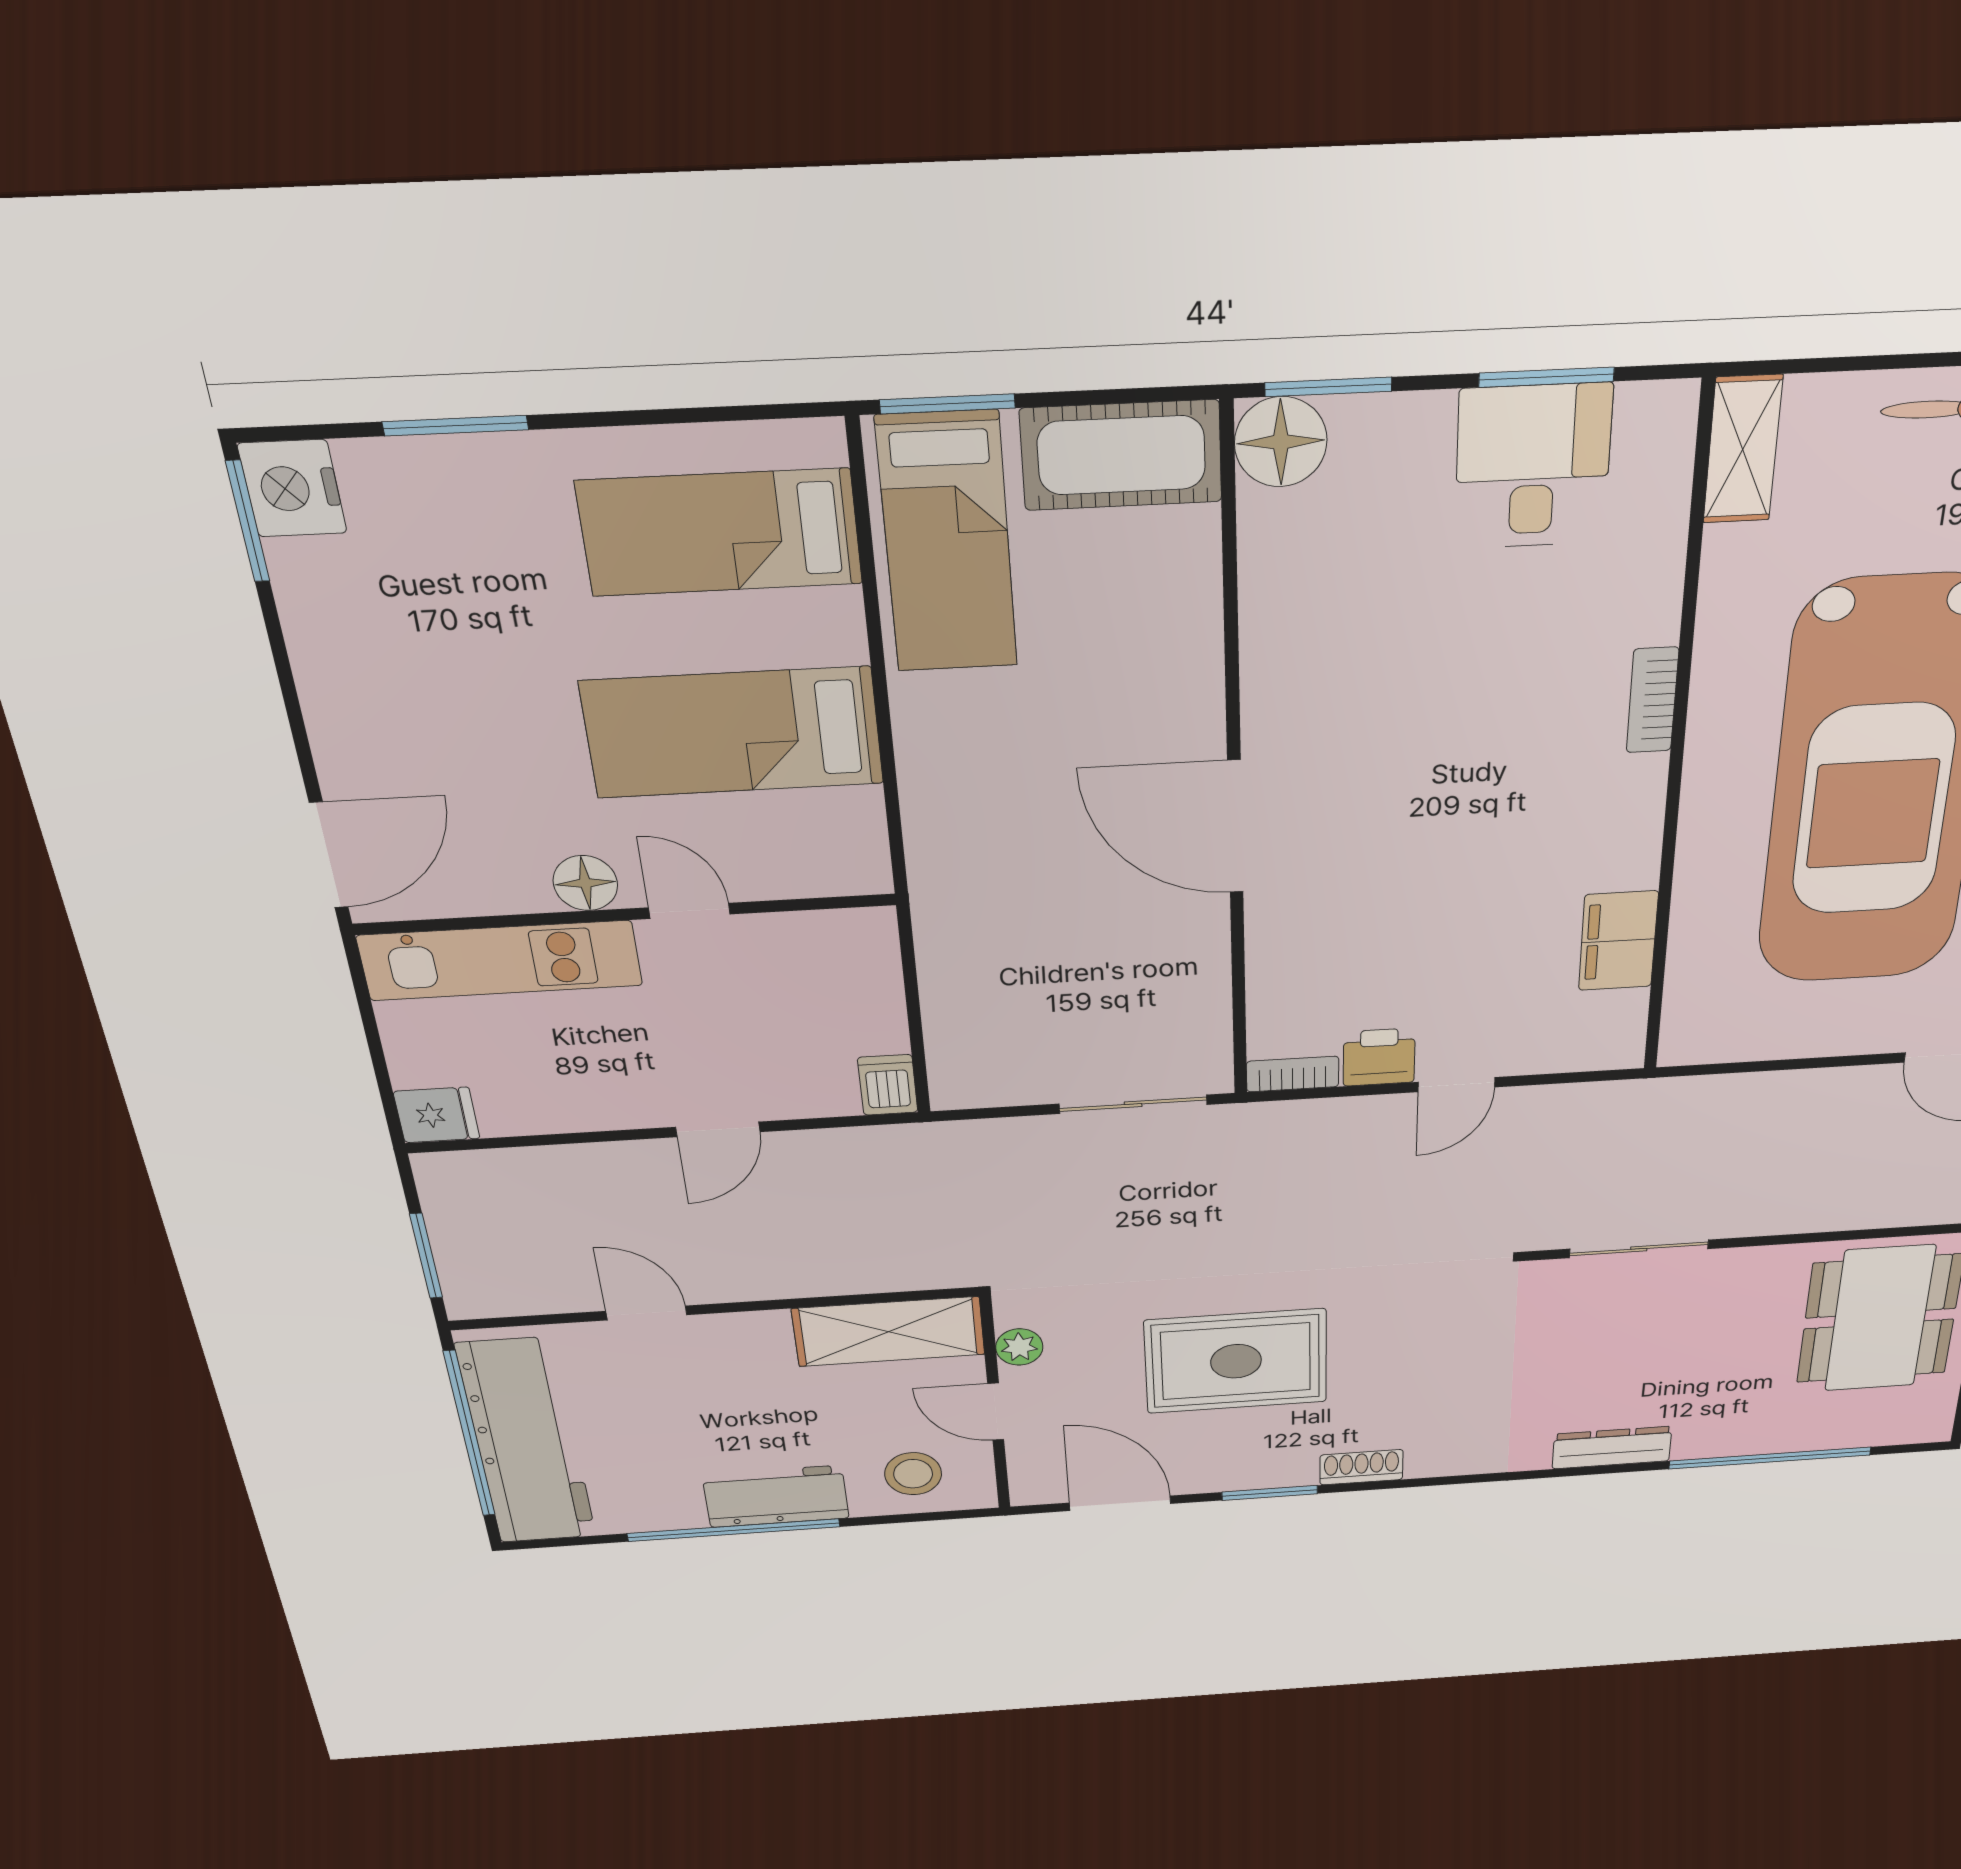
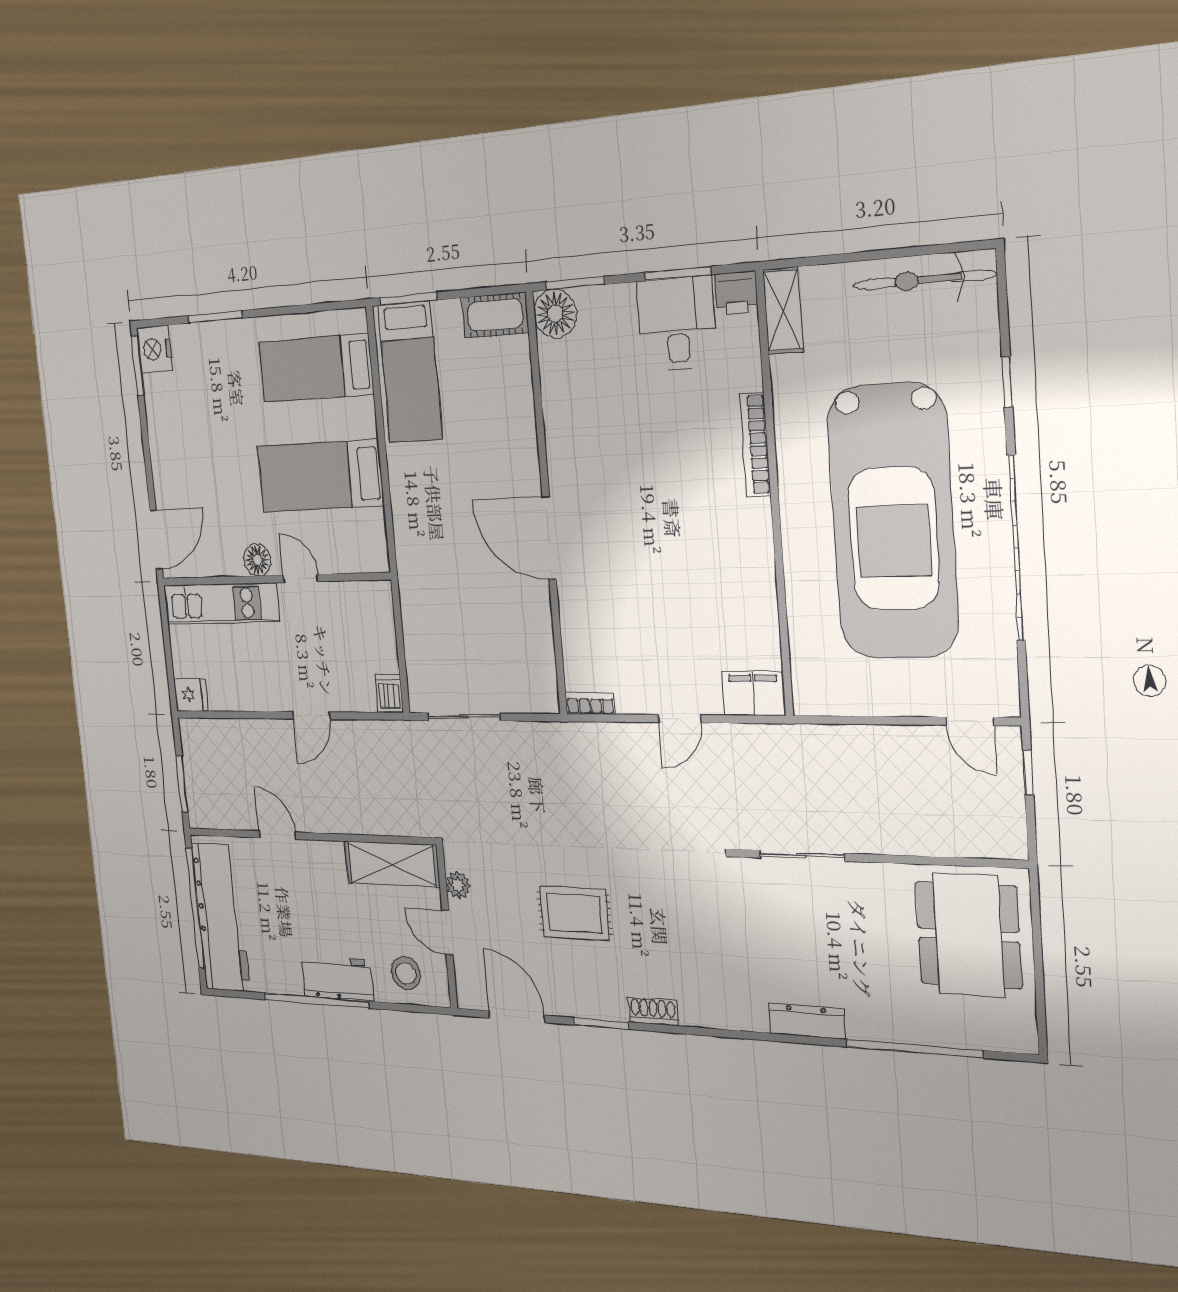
cot: (1121, 455) -> (495, 315), width x0.73, depth x0.75
bookcase: (1652, 700) -> (755, 445), width x1.56
filing cabinet: (1618, 941) -> (754, 694), moved, turned 90
printer: (1379, 1057) -> (736, 293), moved, turned 180
sliding door: (1133, 1104) -> (464, 717), moved
rug: (1236, 1361) -> (574, 913), width x0.73, depth x0.70

